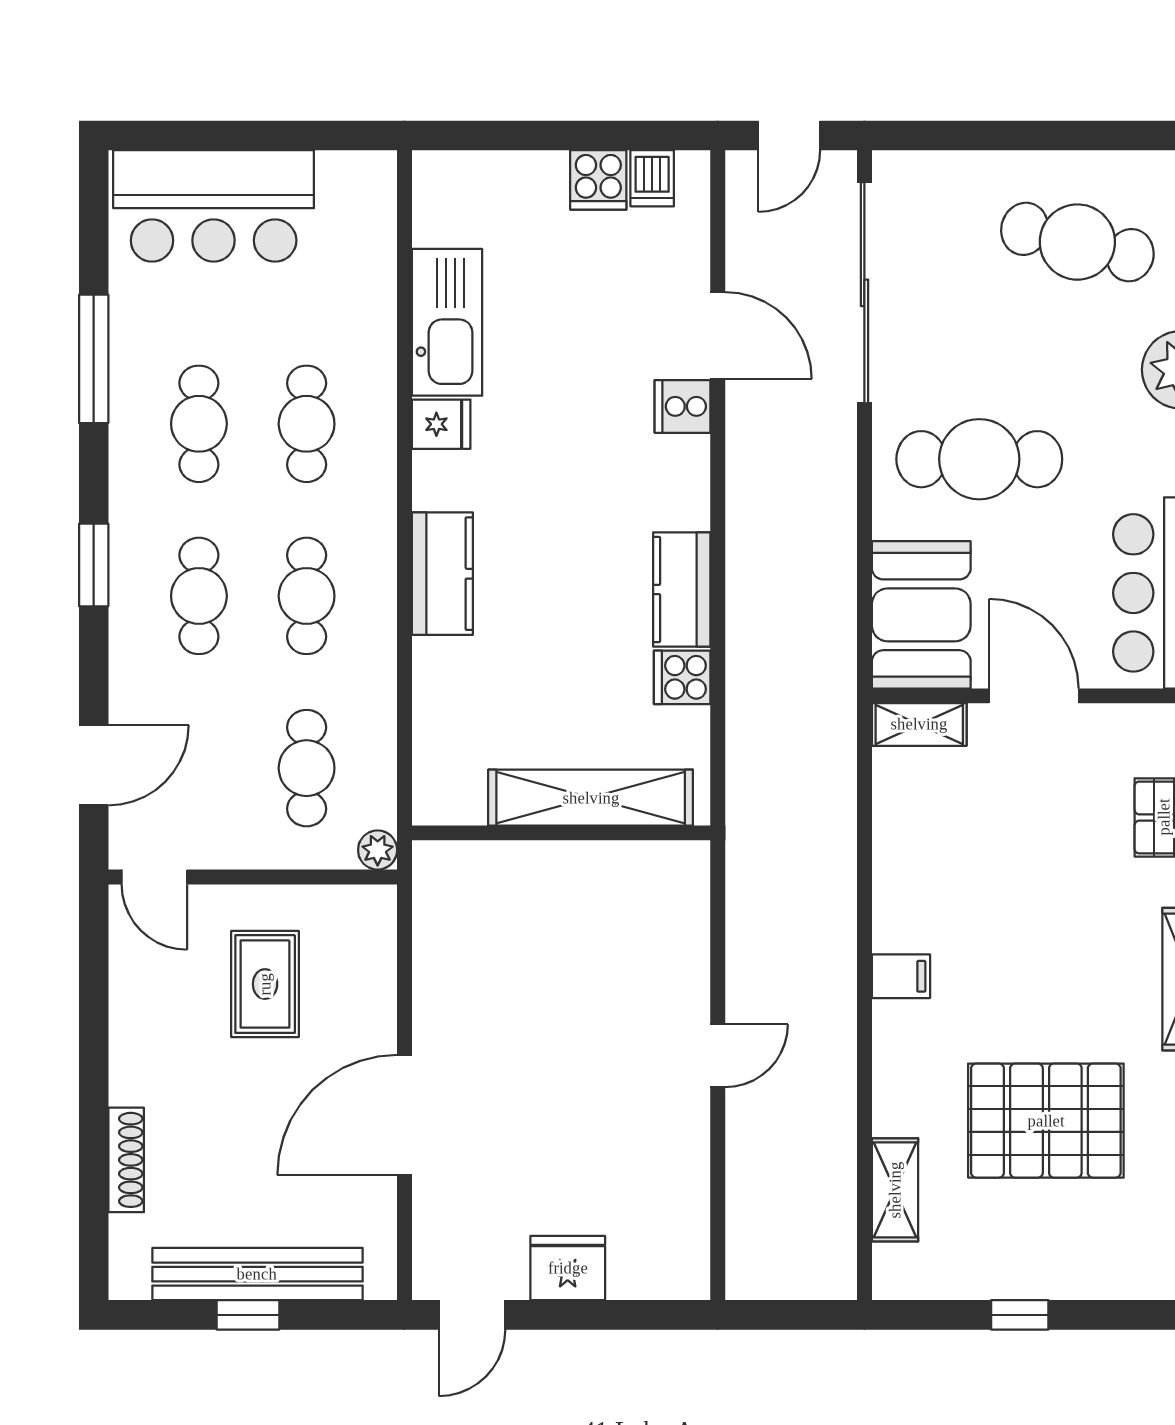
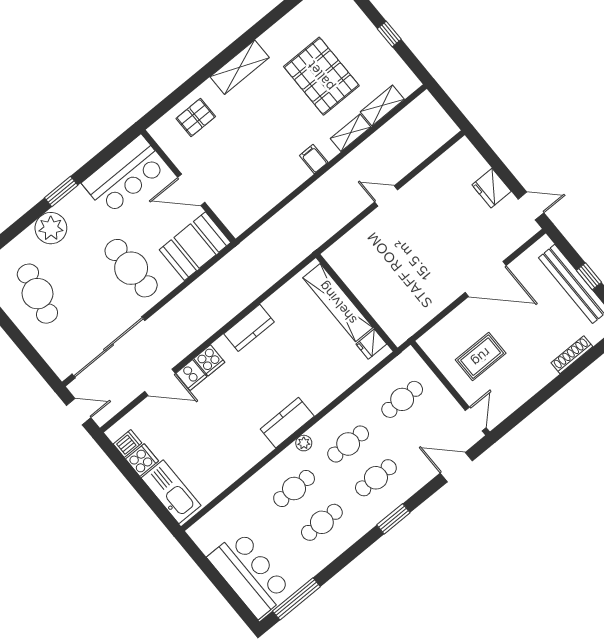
kitchen sink: (447, 322) -> (171, 492), moved, turned 90
door: (718, 336) -> (160, 382), swing flipped
window: (94, 359) -> (296, 599), moved
fridge: (441, 424) -> (371, 344), moved, turned -90
kitchen counter: (442, 574) -> (287, 423), moved
cooker: (682, 677) -> (209, 360), moved
door: (1034, 696) -> (191, 190), hinge flipped
shelving: (919, 724) -> (350, 133), moved, turned 90
plant: (378, 850) -> (304, 443), moved

